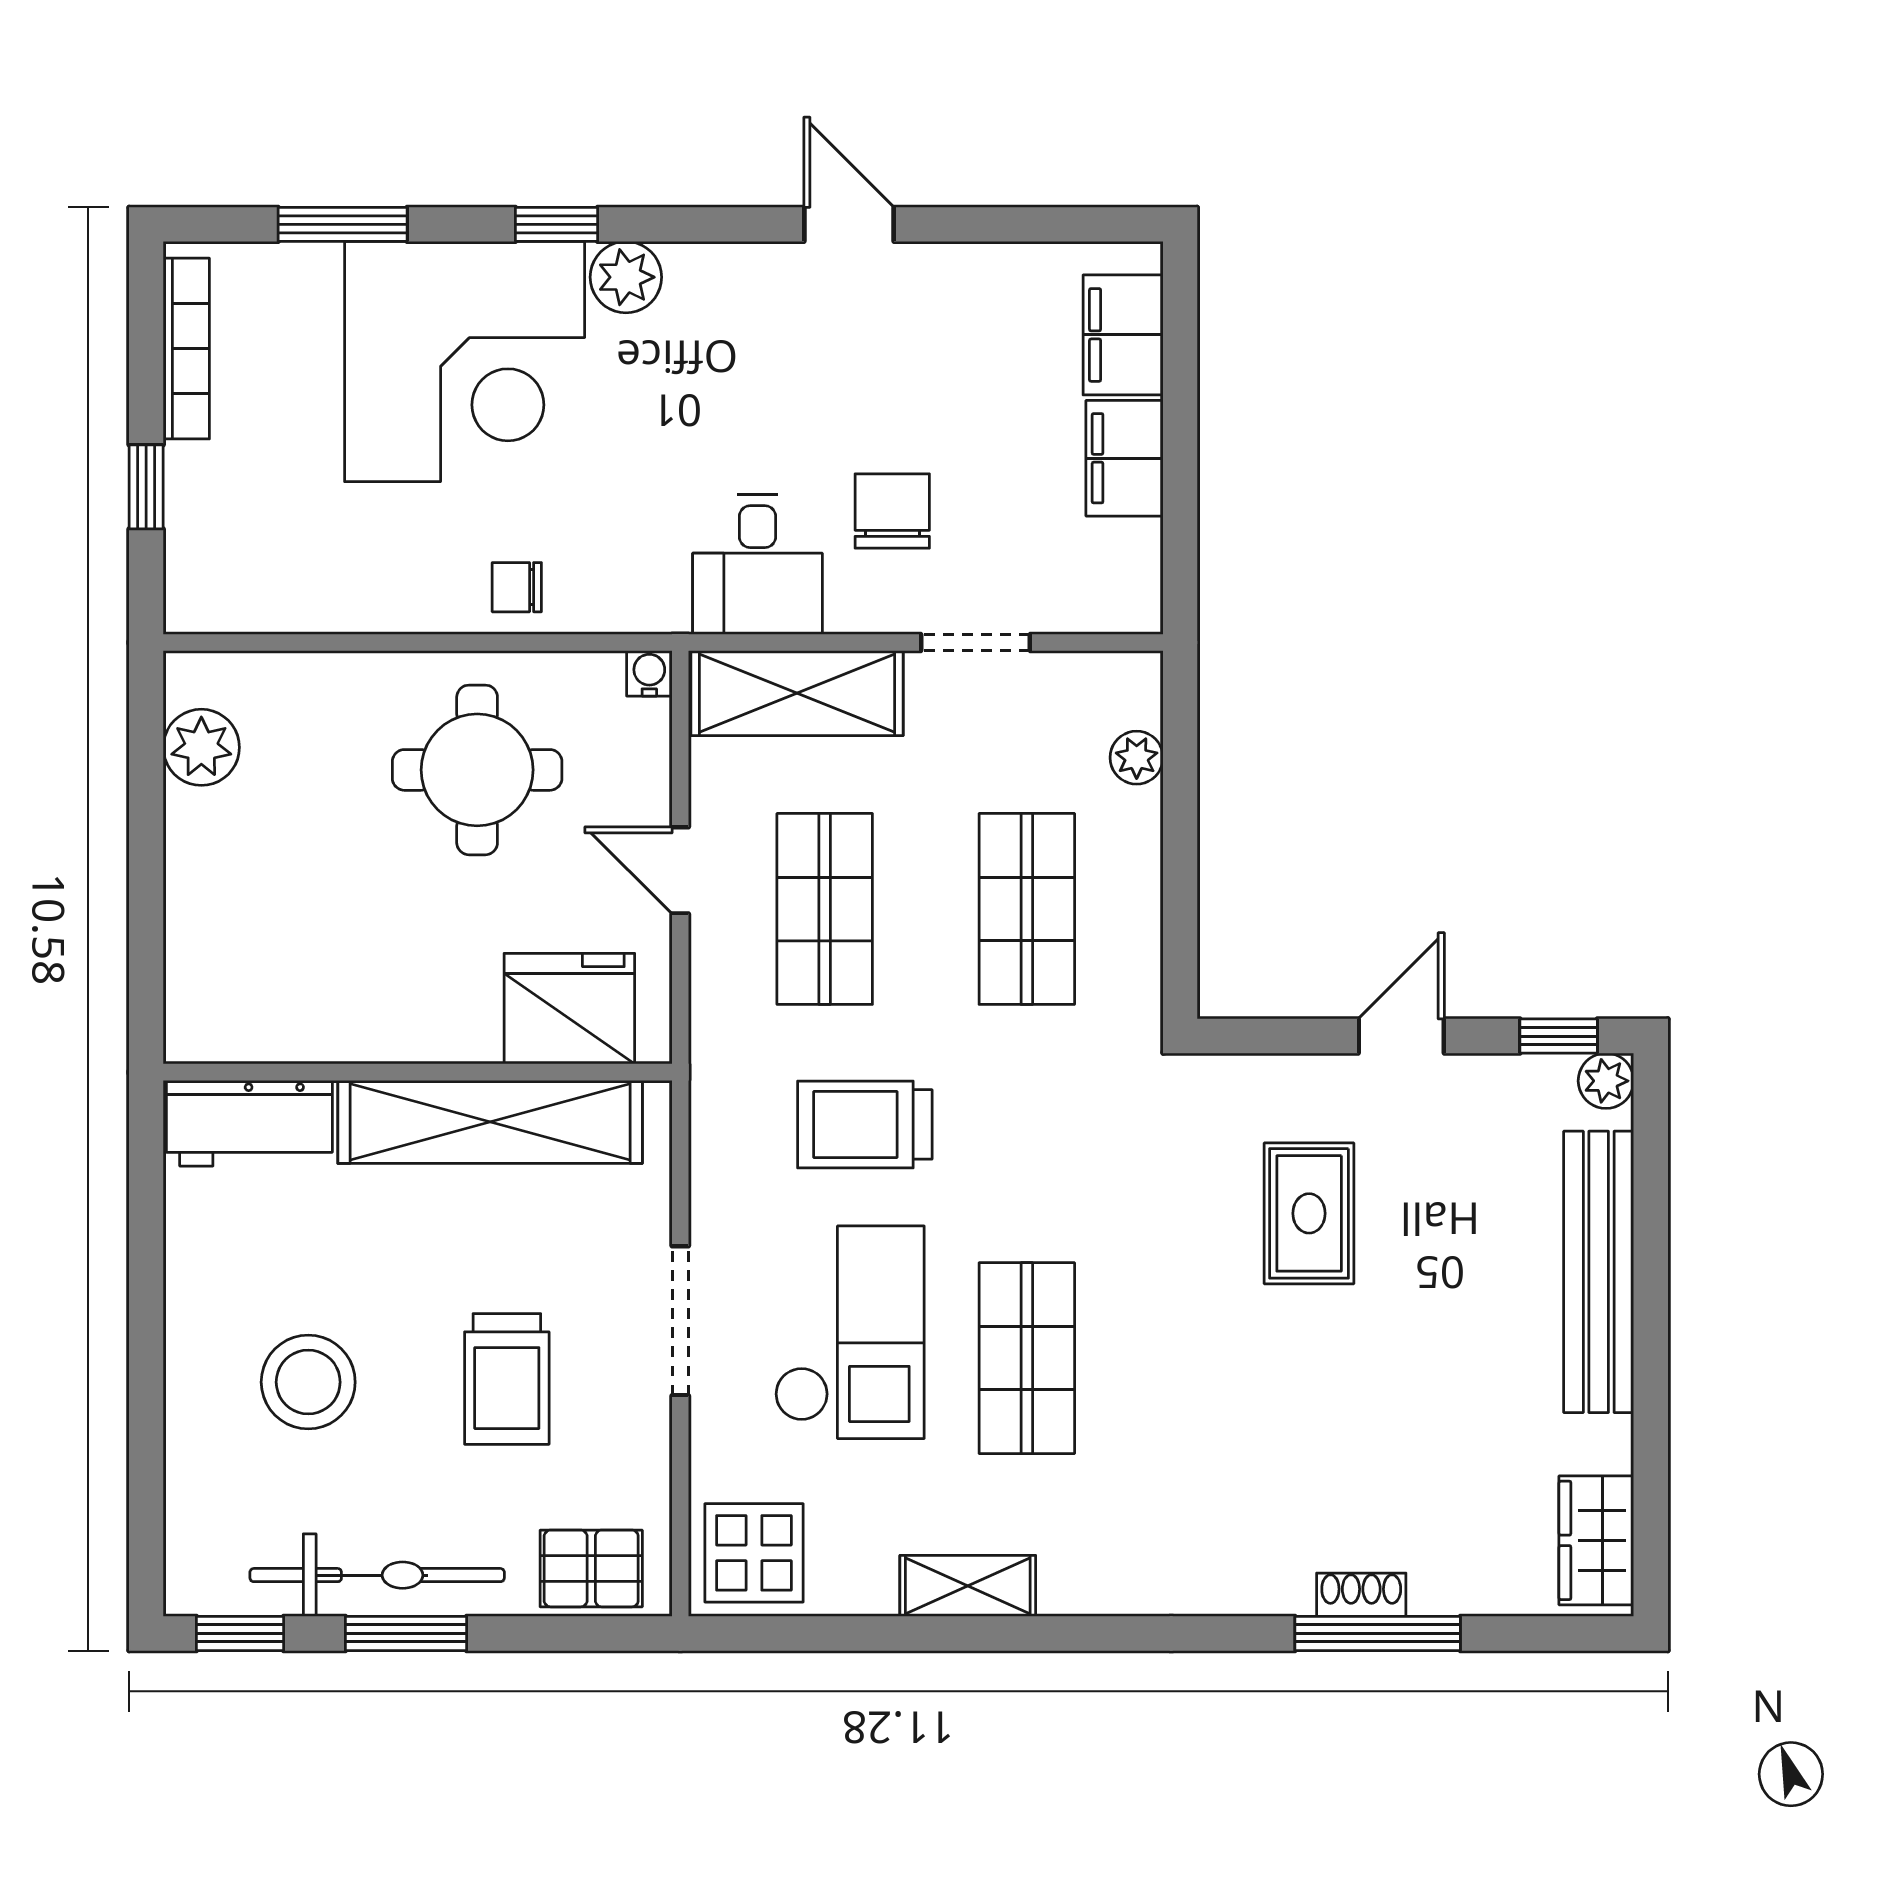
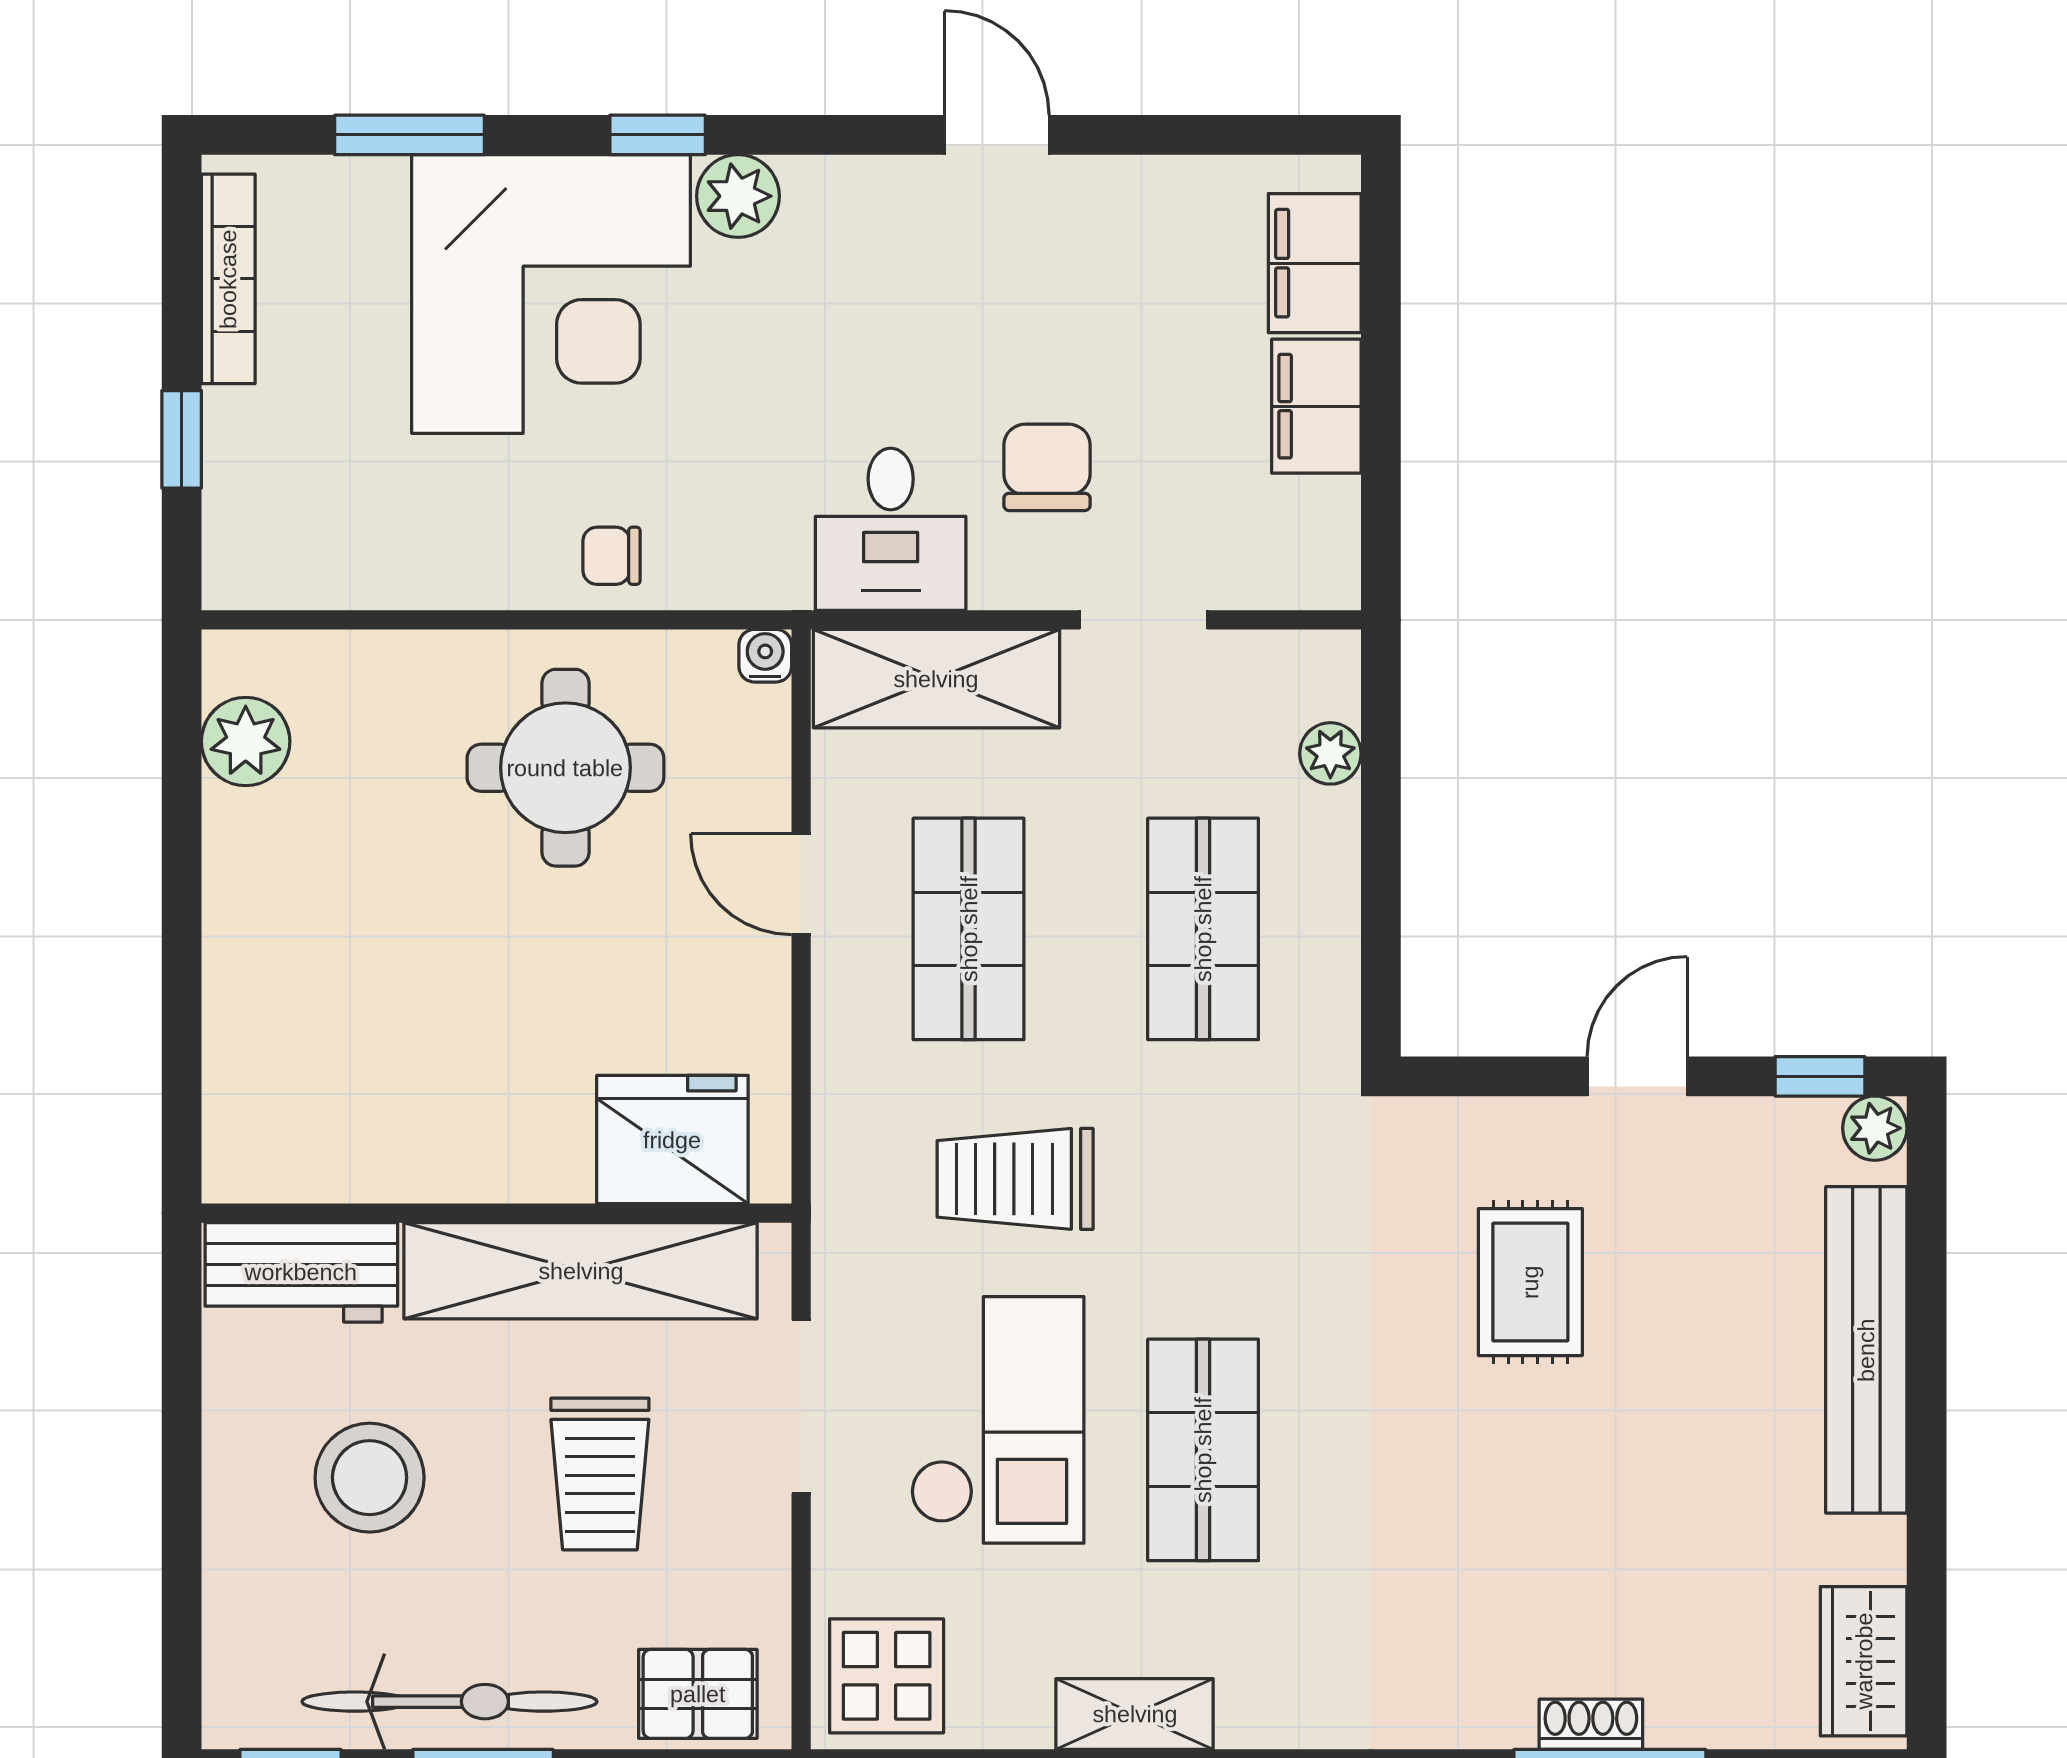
fridge: (569, 1009) -> (672, 1140), moved
wall: (418, 1072) -> (496, 1213), moved
shelving: (490, 1122) -> (581, 1271), moved
workbench: (249, 1123) -> (301, 1272), moved

